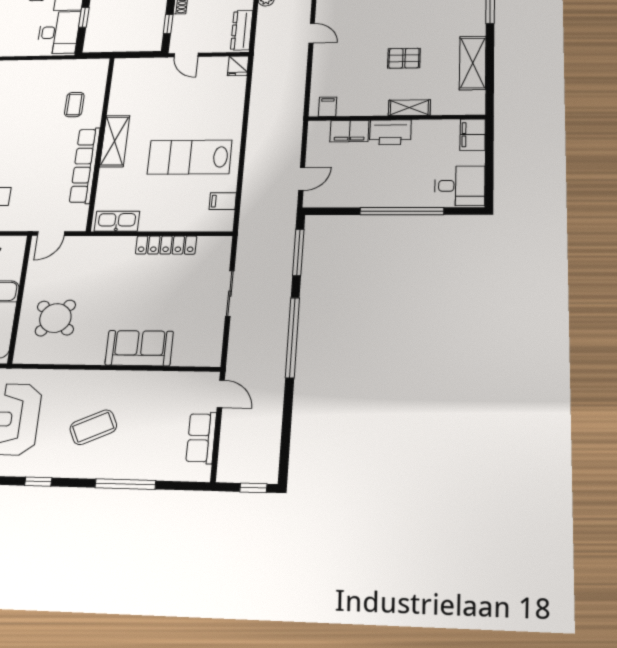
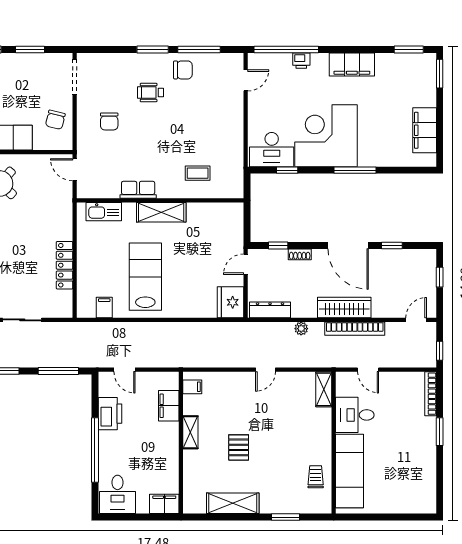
fridge: (238, 66) -> (231, 302), width x1.88, depth x1.34
shelving: (409, 108) -> (190, 432), moved
printer: (390, 132) -> (110, 414), moved, turned 180
row of seats: (85, 166) -> (138, 190), width x0.50
kitchen sink: (117, 221) -> (104, 212), moved, turned 90

